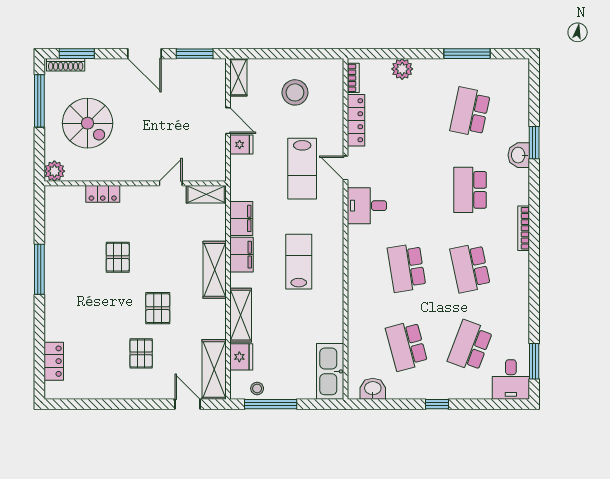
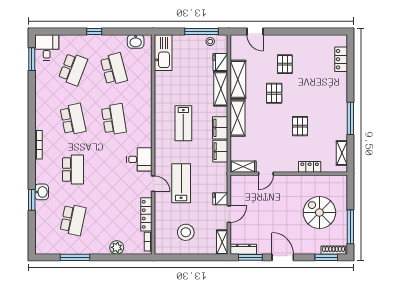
dresser: (206, 66) -> (243, 249), added
door: (228, 121) -> (229, 214), swing flipped
plant: (54, 171) -> (341, 182), removed
shelving: (53, 216) -> (342, 153), added
shelving: (214, 369) -> (238, 79), moved

